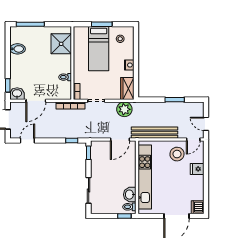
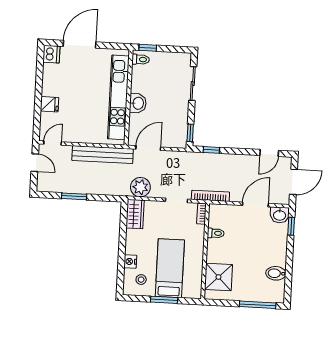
nightstand: (129, 65) -> (130, 261), moved
stool: (177, 154) -> (75, 125), removed
washbasin: (130, 195) -> (138, 103), moved

